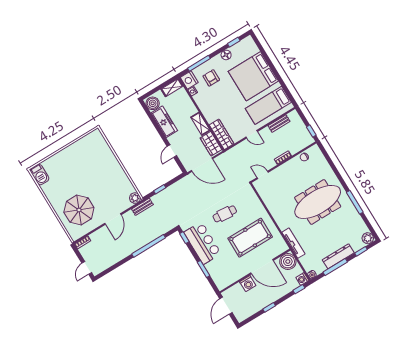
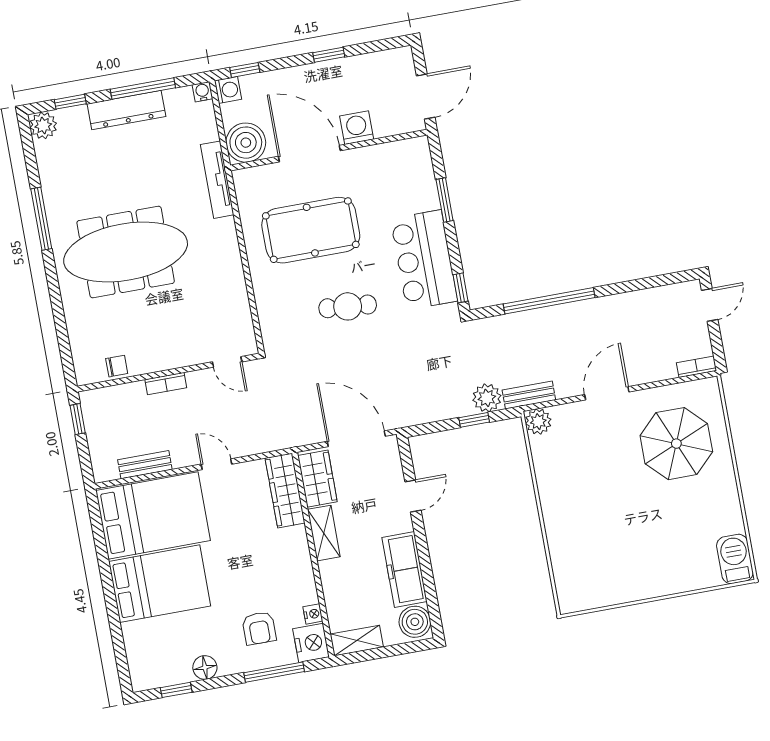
bed: (253, 76) -> (160, 584), width x0.73
bed: (268, 105) -> (153, 516), width x1.50
plant: (158, 199) -> (487, 398), added

